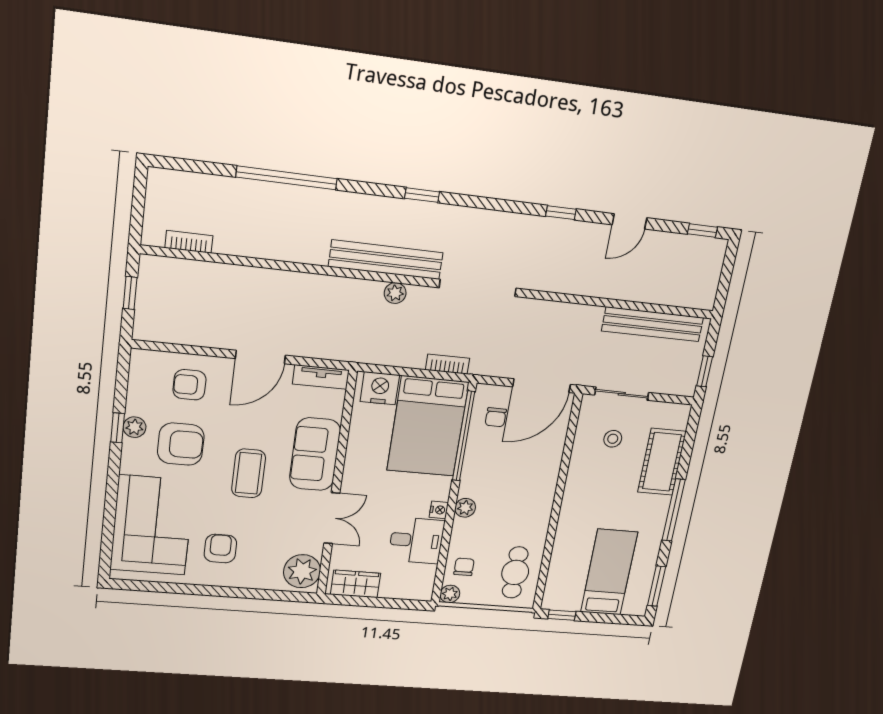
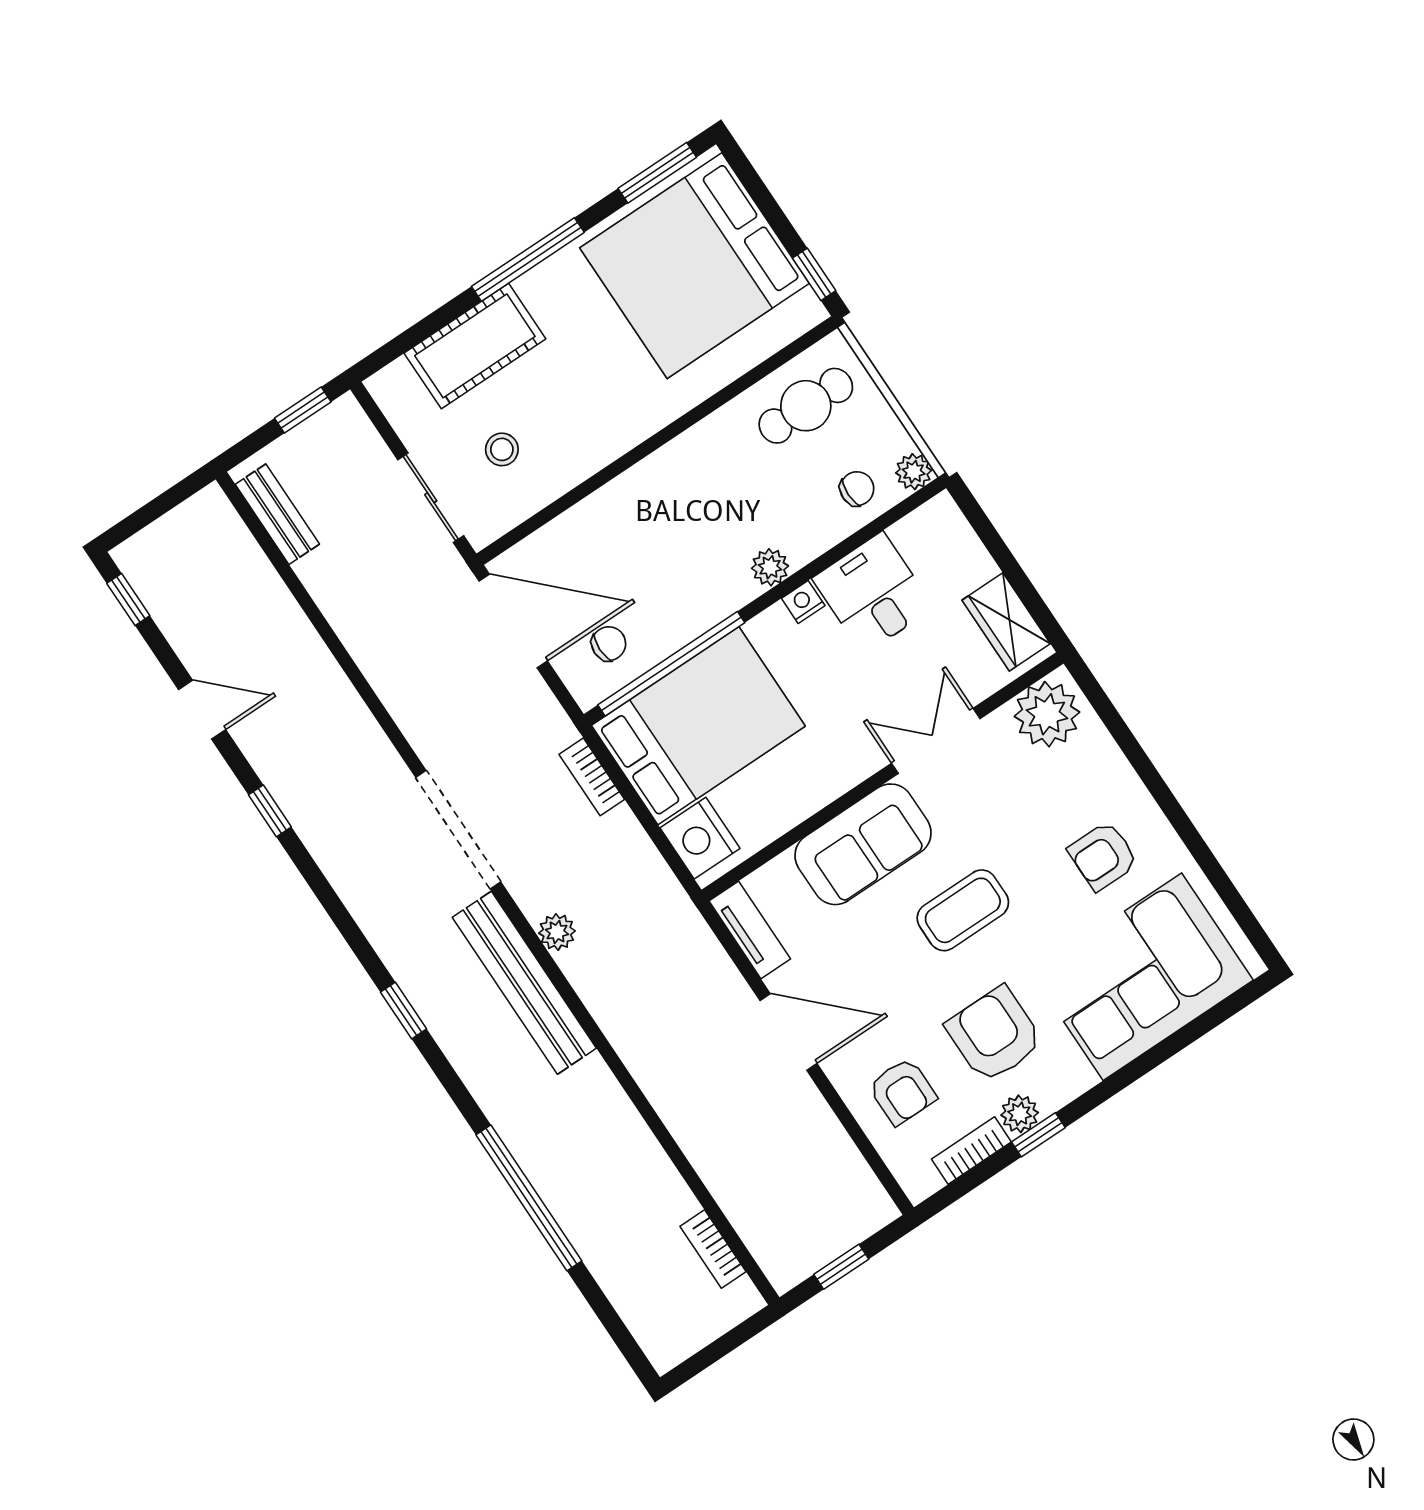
bench: (653, 324) -> (277, 514), width x0.54, depth x0.82
bookcase: (136, 393) -> (971, 1150), added
chair: (464, 567) -> (857, 489), turned 180
bed: (609, 572) -> (694, 266), width x2.04

